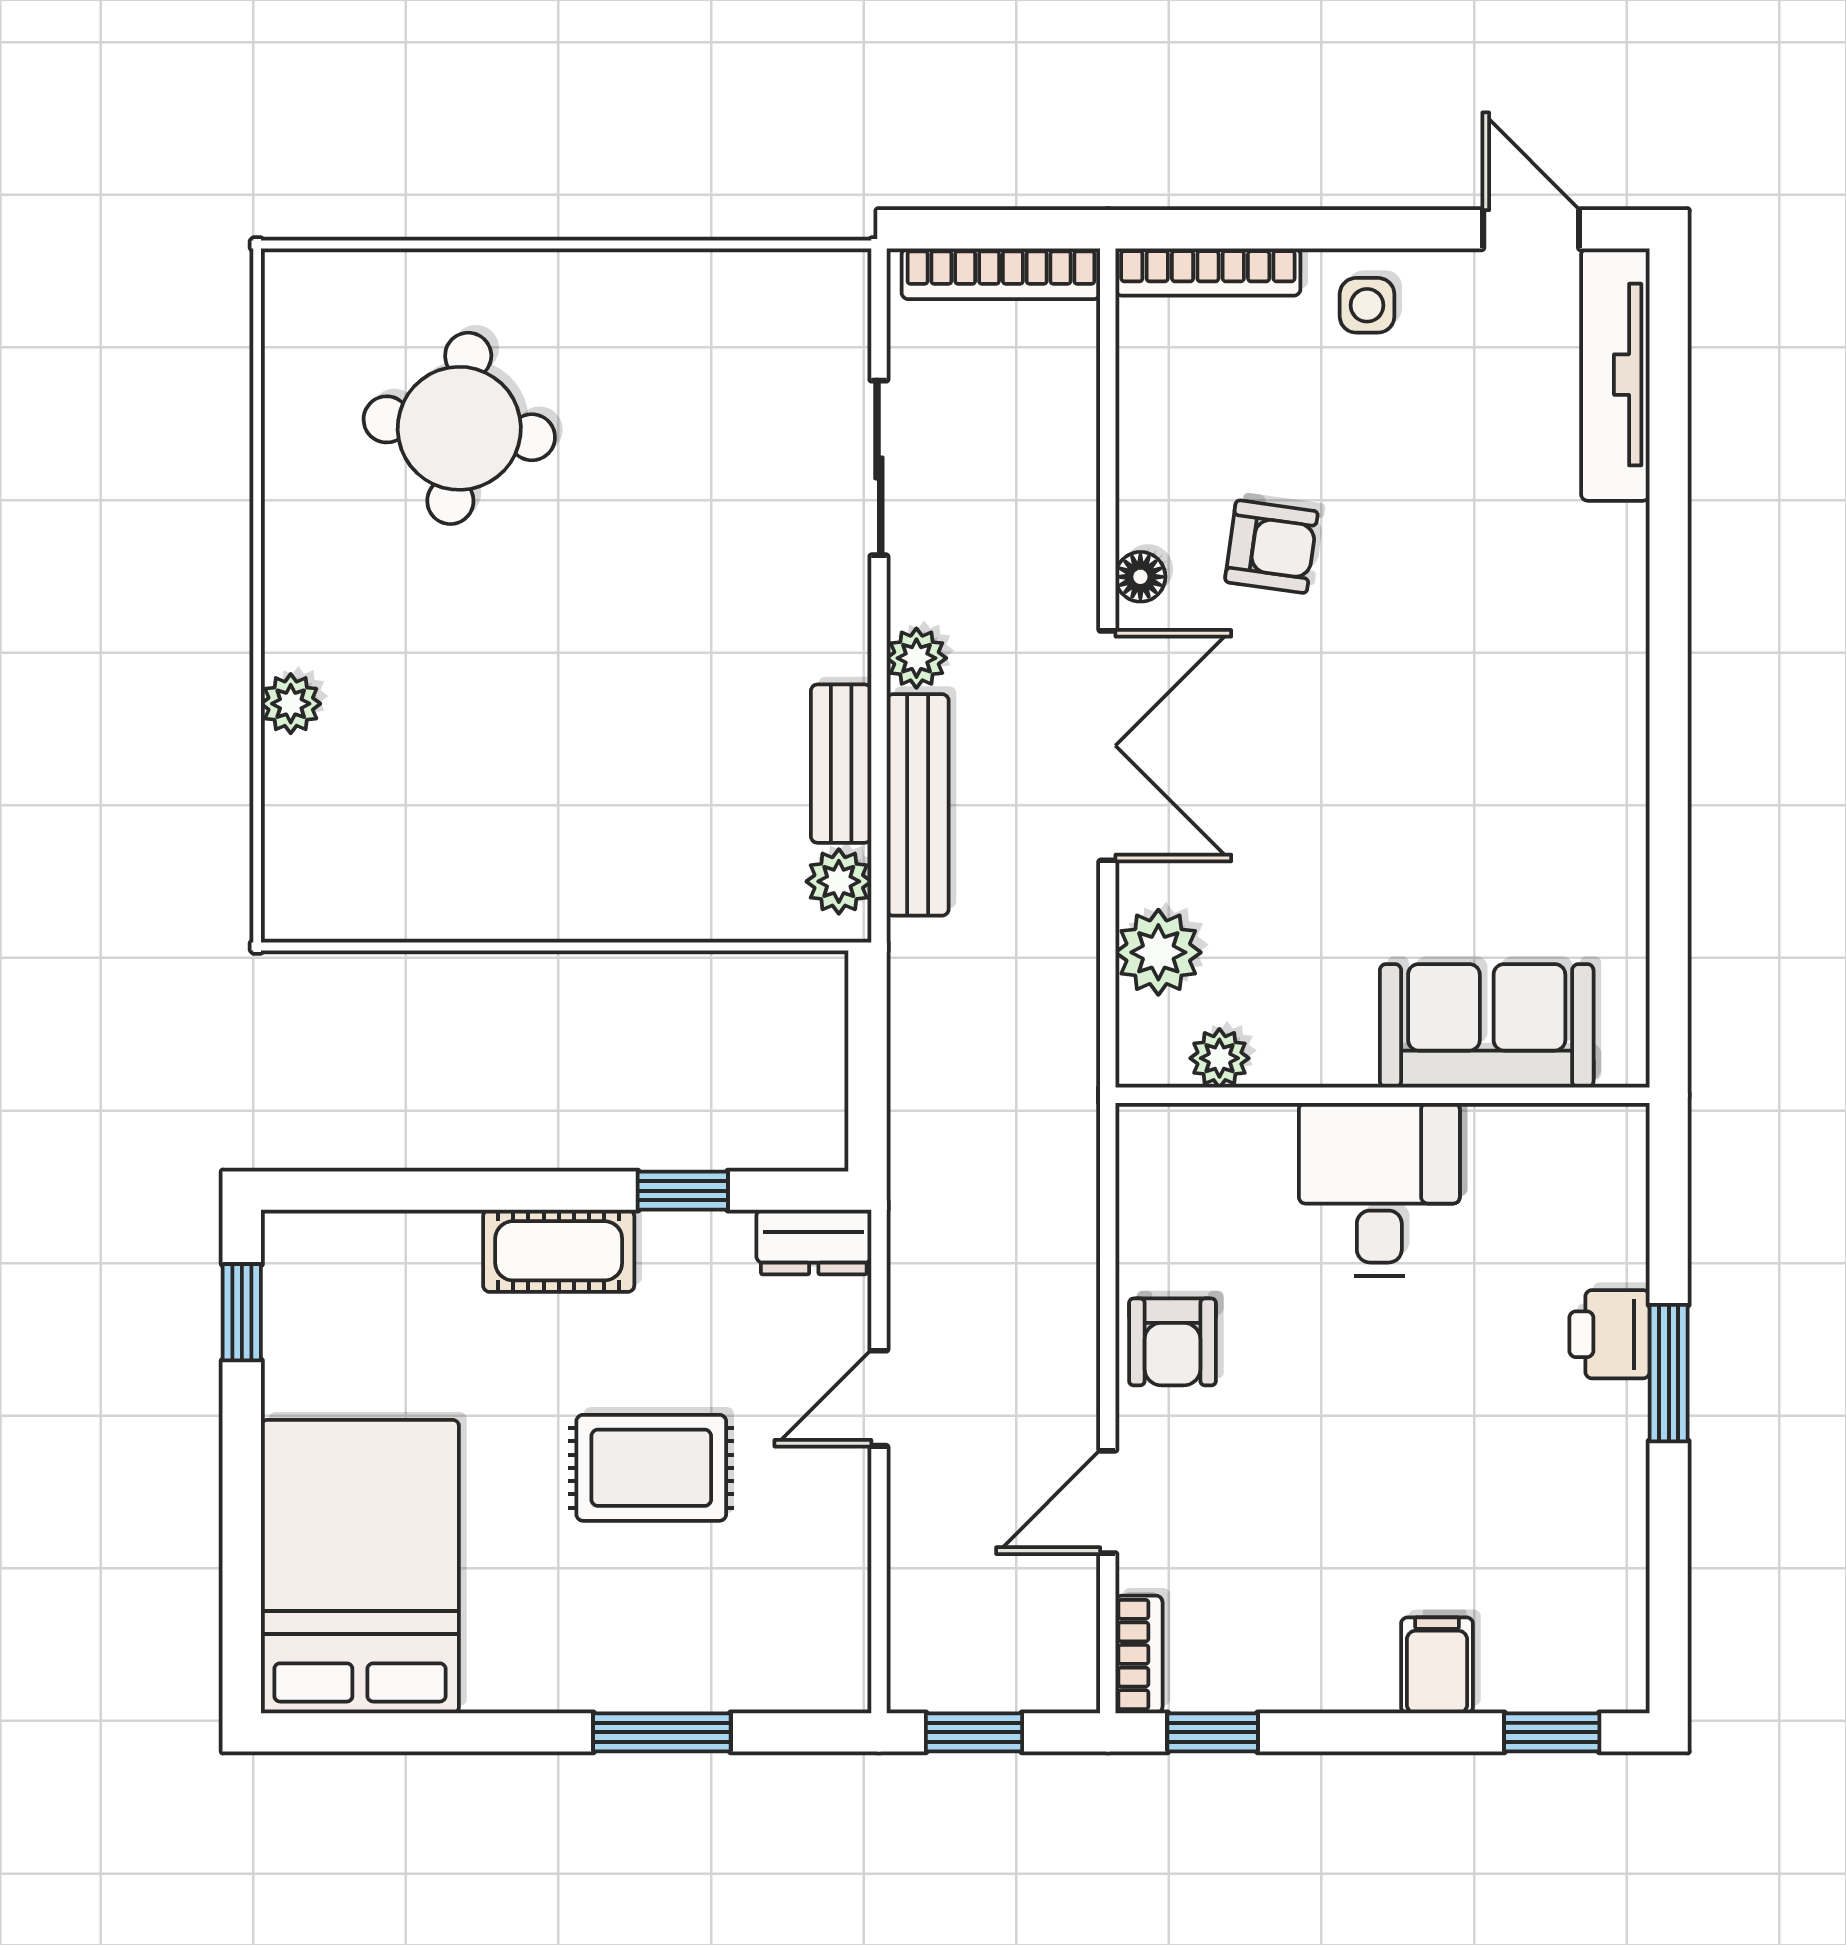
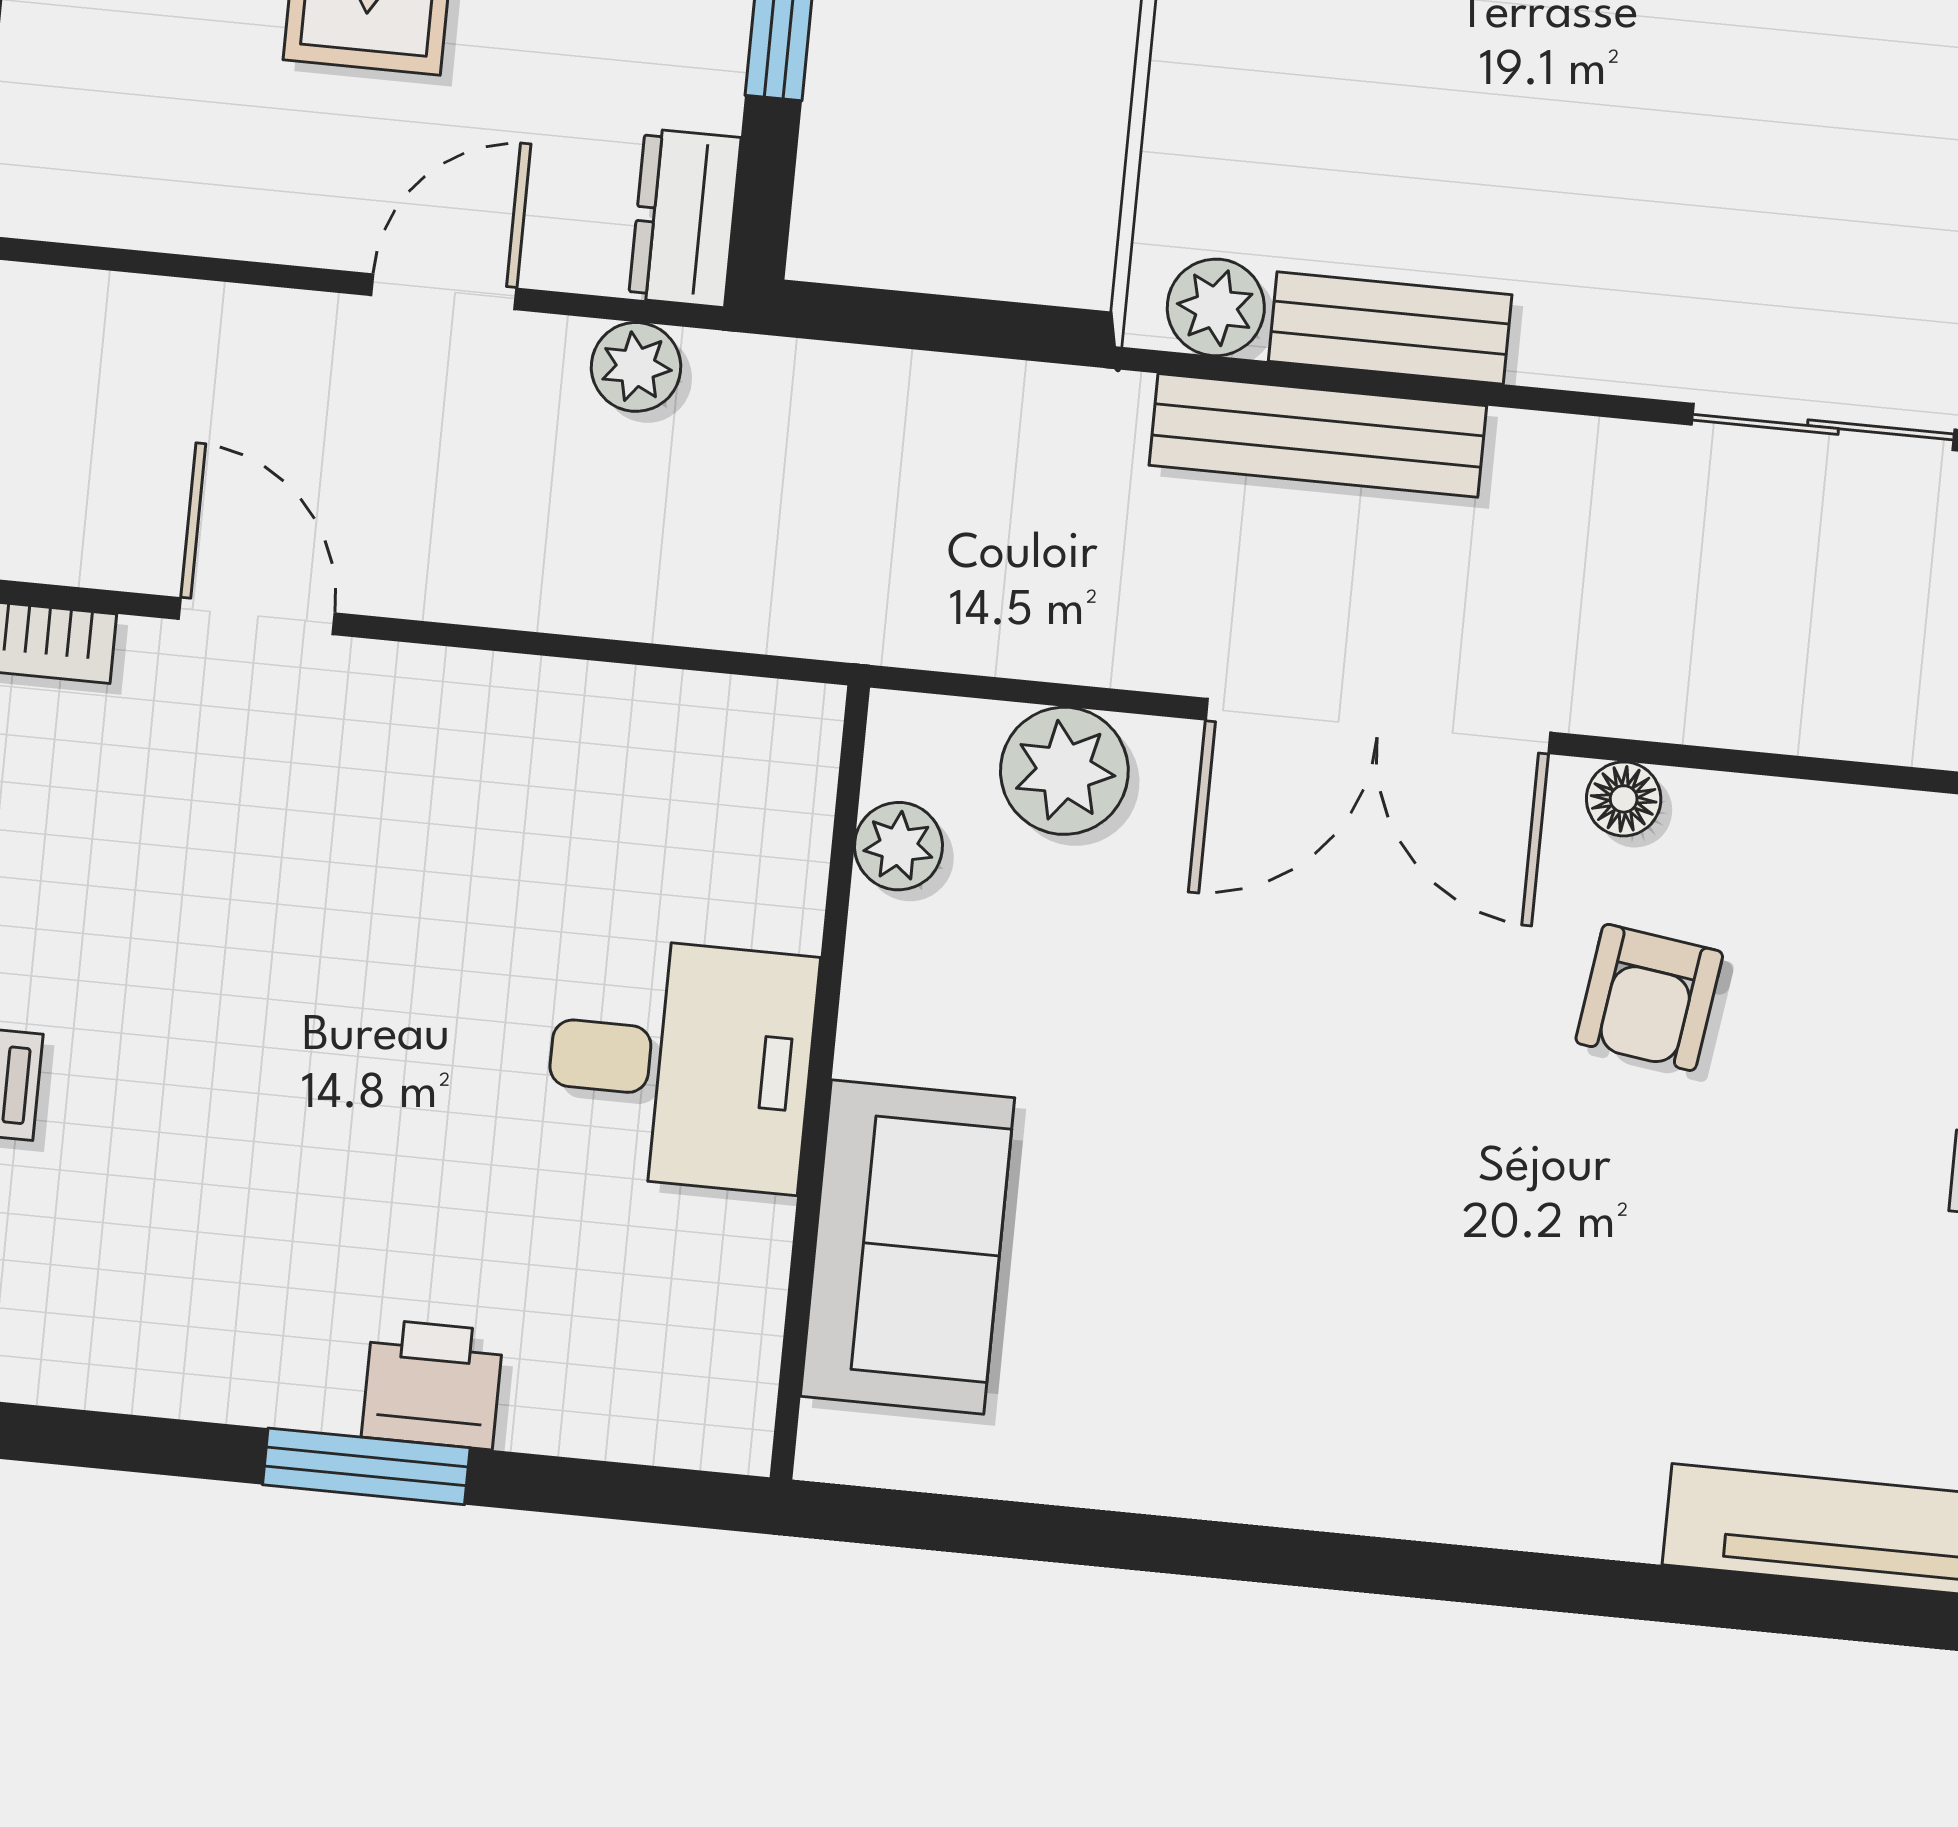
plant: (916, 658) -> (636, 367), moved
armchair: (1172, 1342) -> (485, 735), removed
door: (879, 1398) -> (444, 292), hinge flipped

